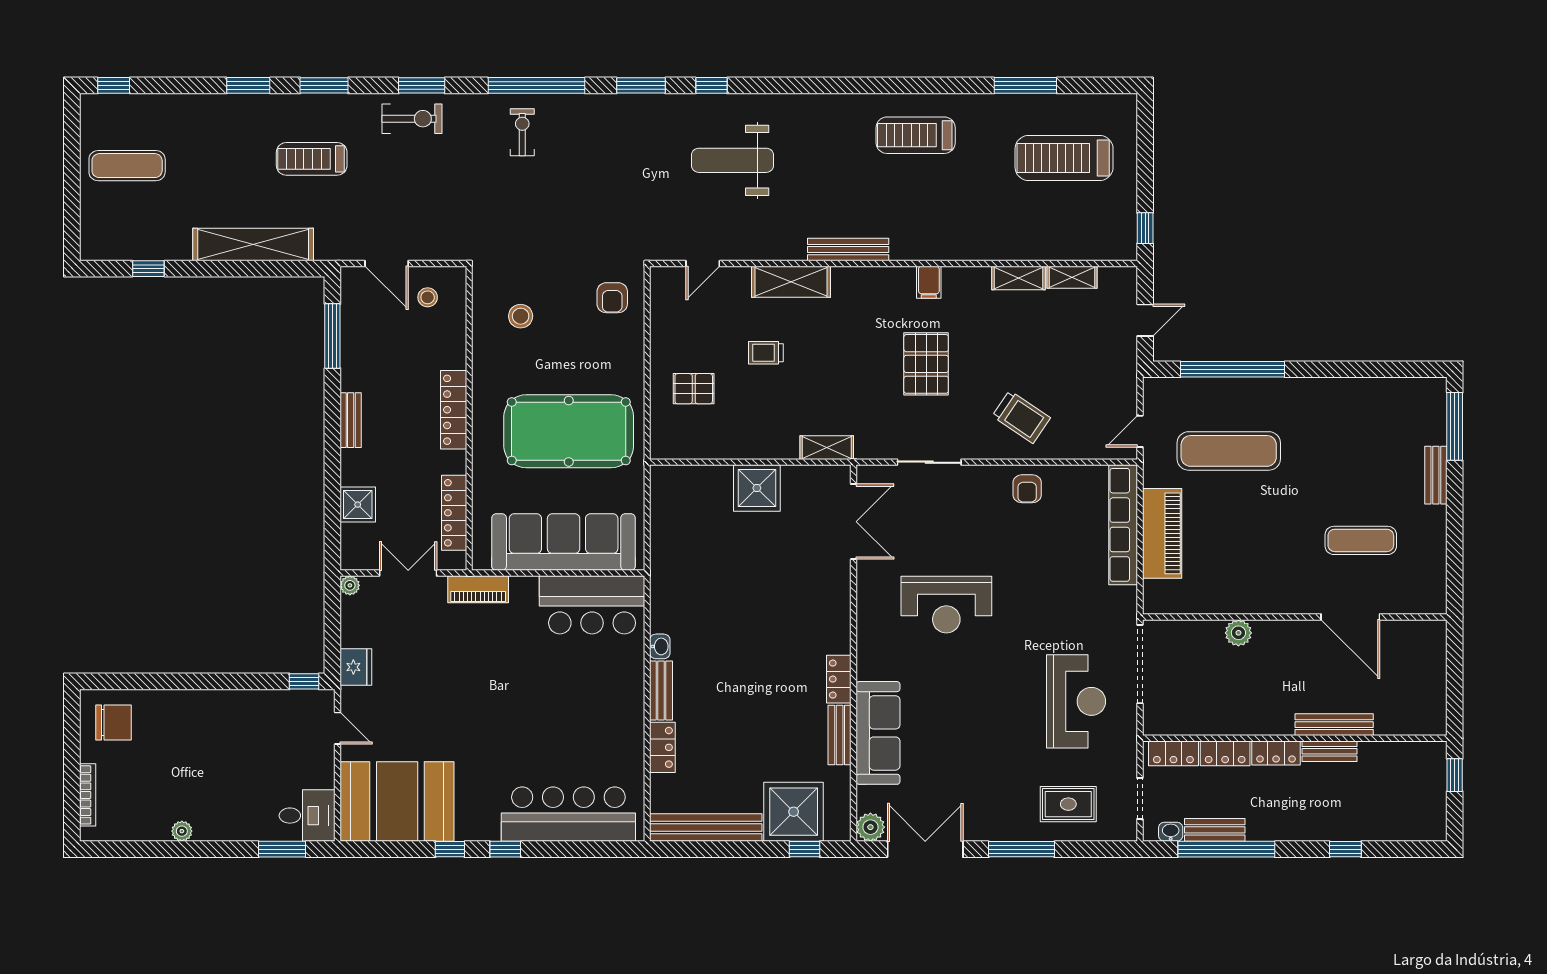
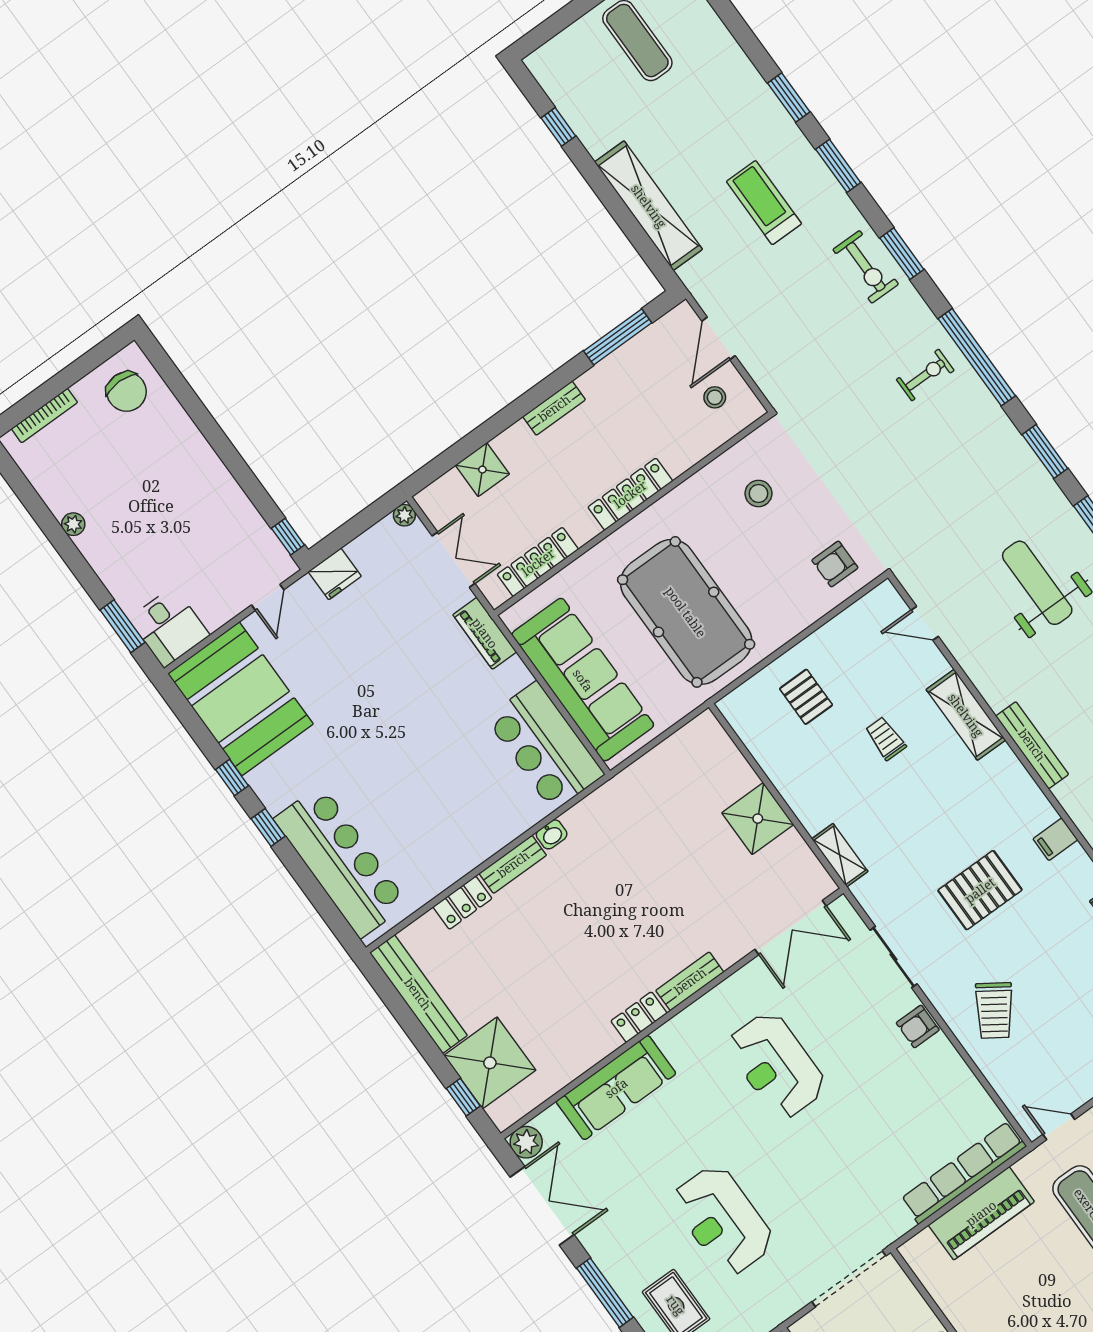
armchair: (1027, 489) -> (918, 1026), moved
reception desk: (1076, 701) -> (723, 1220), moved, turned 90
bench: (840, 735) -> (690, 981), moved

